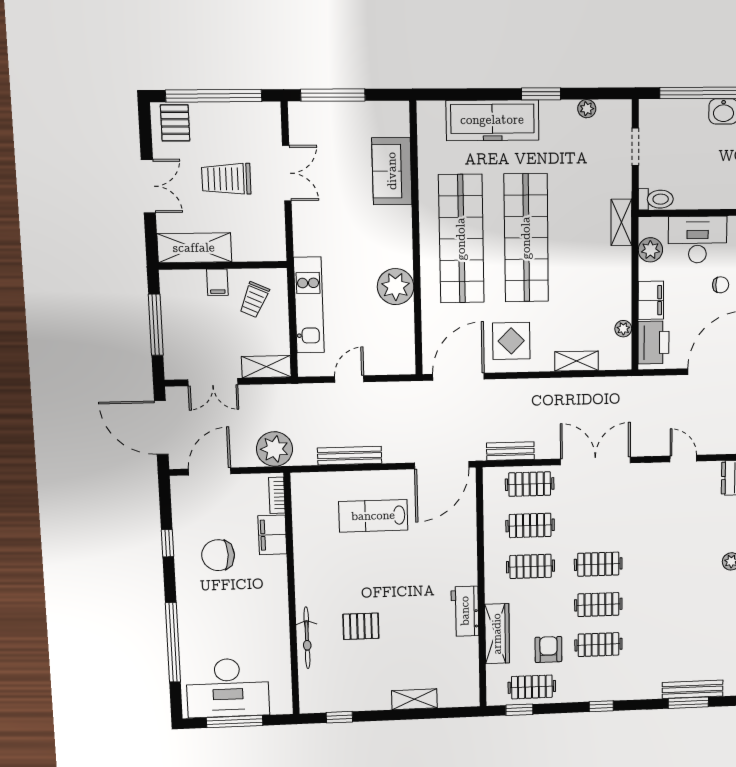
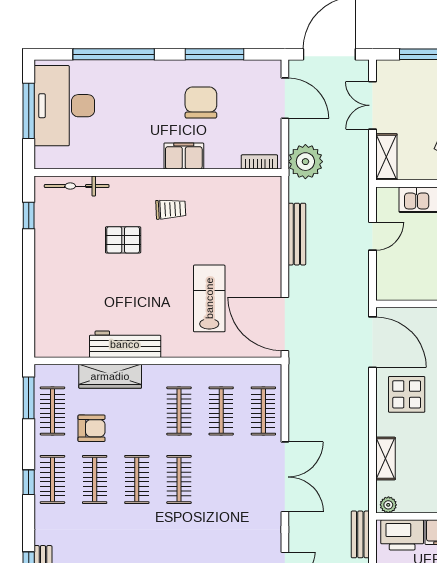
plant: (623, 329) -> (388, 505), moved
door: (349, 379) -> (373, 236), hinge flipped
bench: (510, 451) -> (360, 534), moved
lab bench: (373, 516) -> (209, 298), moved
filing cabinet: (272, 535) -> (184, 156), moved
window: (167, 543) -> (215, 54), width x2.17
trolley: (328, 581) -> (171, 209), added
workbench: (465, 611) -> (125, 344), width x1.37
pallet: (361, 626) -> (123, 240), turned 90
bicycle: (307, 638) -> (77, 186), moved
clothes rail: (599, 684) -> (52, 479), added
shelving: (414, 699) -> (44, 291), removed
window: (519, 710) -> (29, 398), width x1.50

